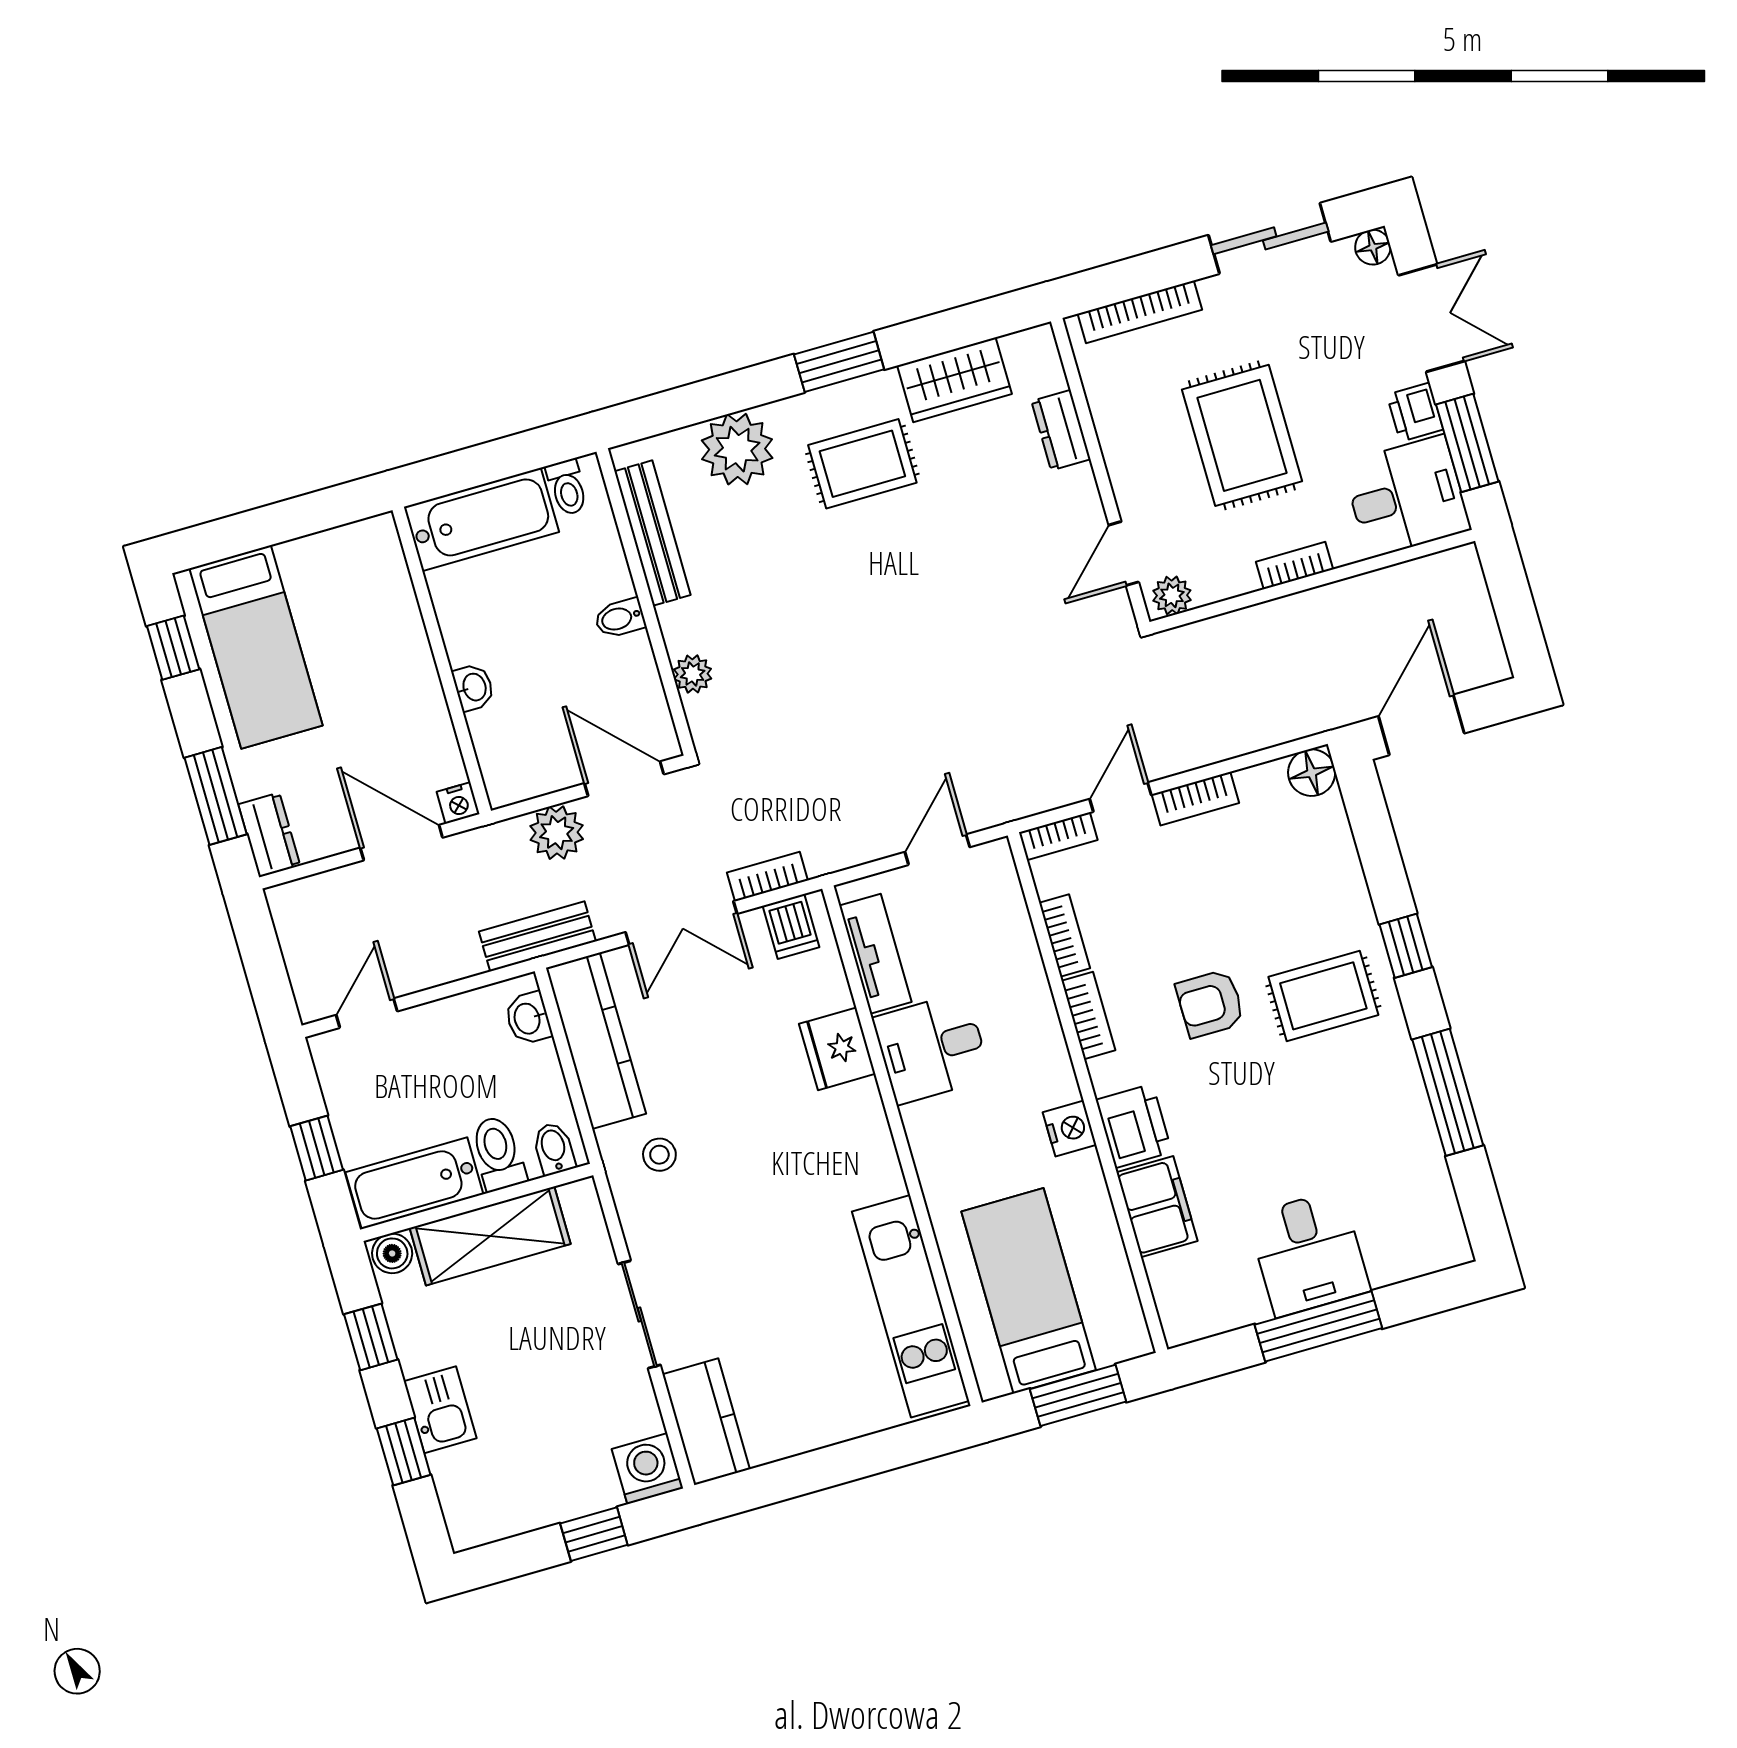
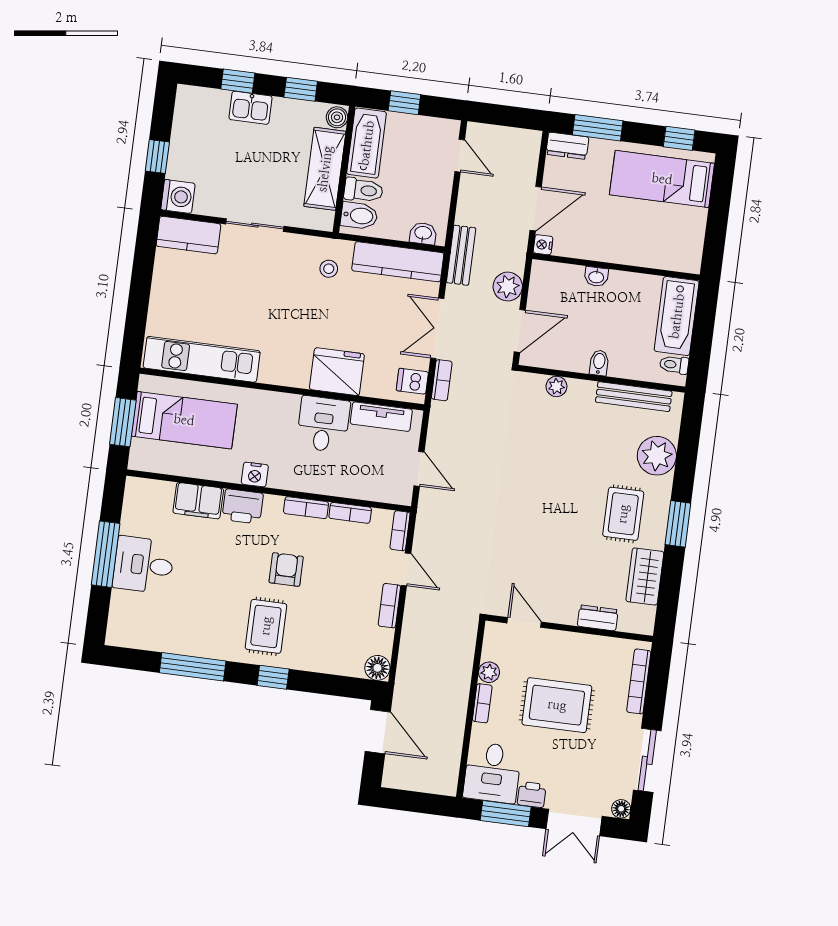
plant: (1172, 595) -> (489, 672), moved
fridge: (837, 1049) -> (337, 372), width x1.36, depth x1.34
bidet: (554, 1149) -> (359, 216), width x1.38, depth x1.36

